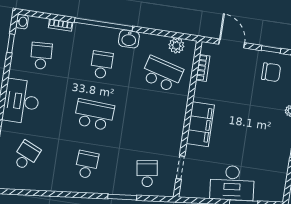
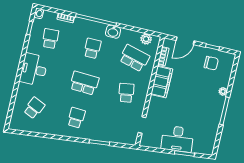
door: (232, 44) -> (185, 41), swing flipped
filing cabinet: (200, 124) -> (162, 82), moved
school desk: (147, 174) -> (126, 93), moved

